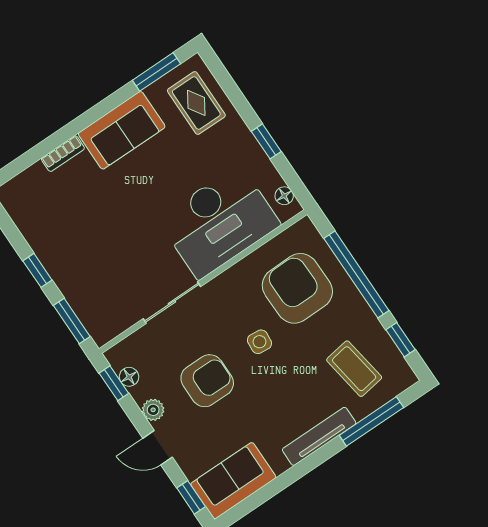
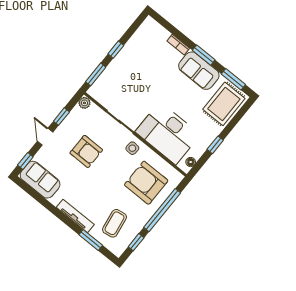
rug: (196, 103) -> (224, 104), width x1.36, depth x1.43
window: (96, 113) -> (204, 55), added
armchair: (297, 288) -> (146, 183), turned -89
side table: (259, 342) -> (132, 148), moved
floor lamp: (129, 377) -> (76, 112), removed
window: (114, 383) -> (61, 117), moved
plant: (153, 410) -> (84, 103), moved
window: (371, 421) -> (91, 240), width x0.69

